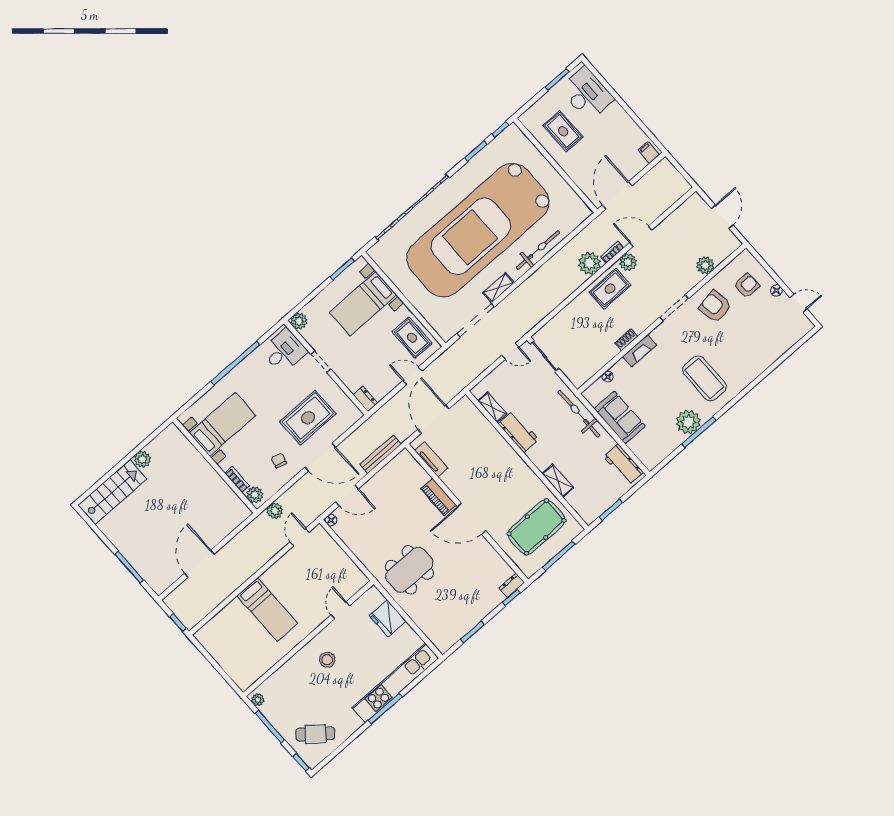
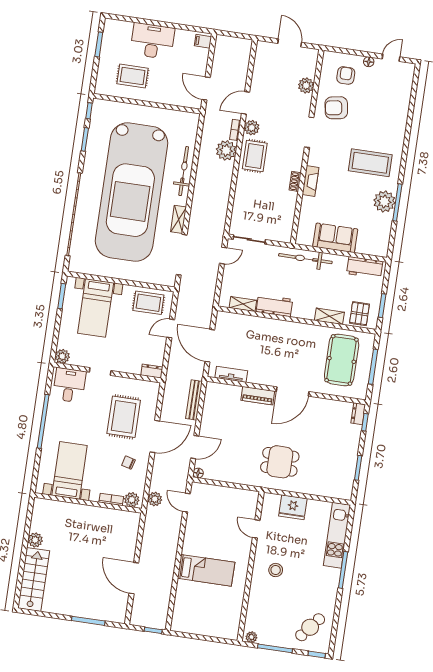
desk: (587, 94) -> (152, 41), moved
door: (617, 195) -> (206, 88), width x0.73
floor lamp: (608, 377) -> (304, 217), removed
pallet: (585, 500) -> (359, 314), added
dining table: (409, 570) -> (280, 462), width x0.73
kitchen unit: (395, 683) -> (337, 535), width x0.73

